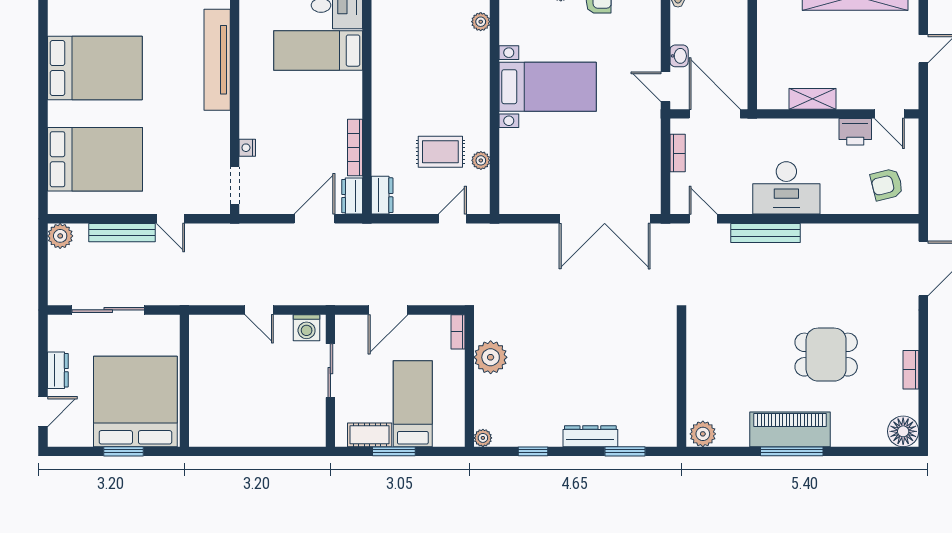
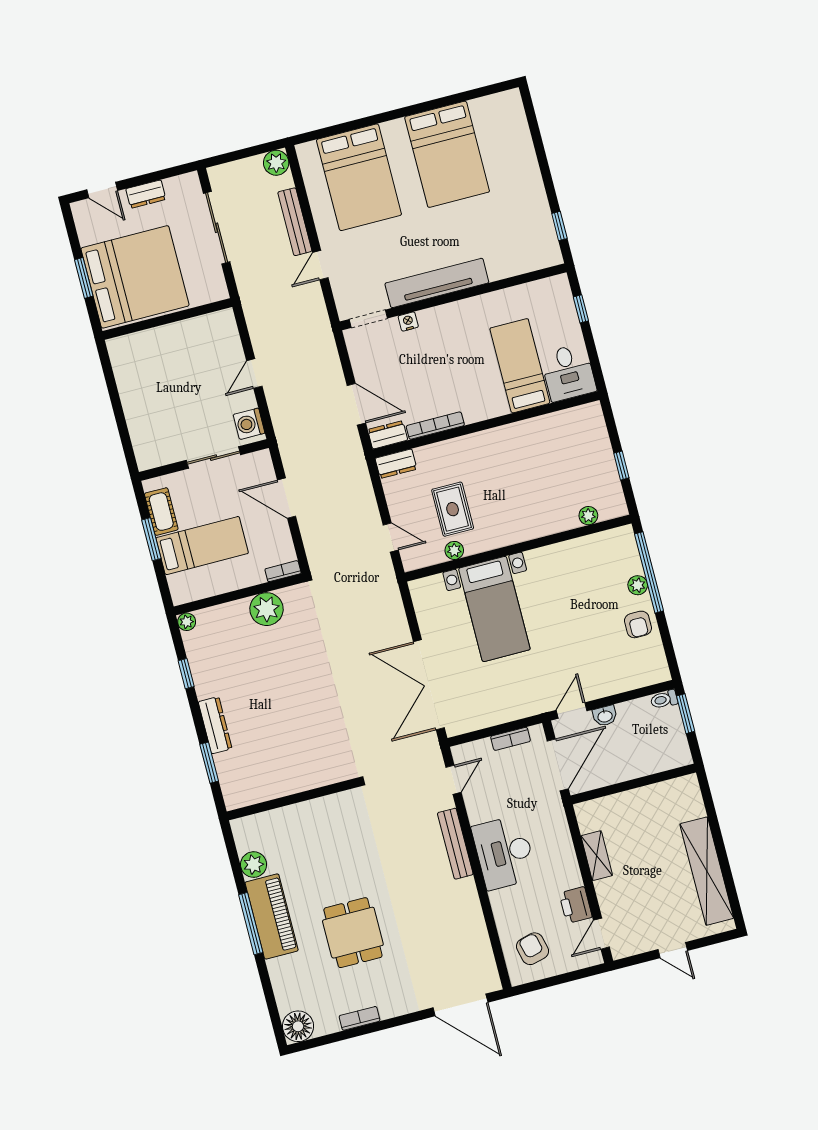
tv unit: (217, 60) -> (437, 283), moved
bed with nightstands: (548, 87) -> (494, 609), moved
plant: (703, 434) -> (254, 865), moved

